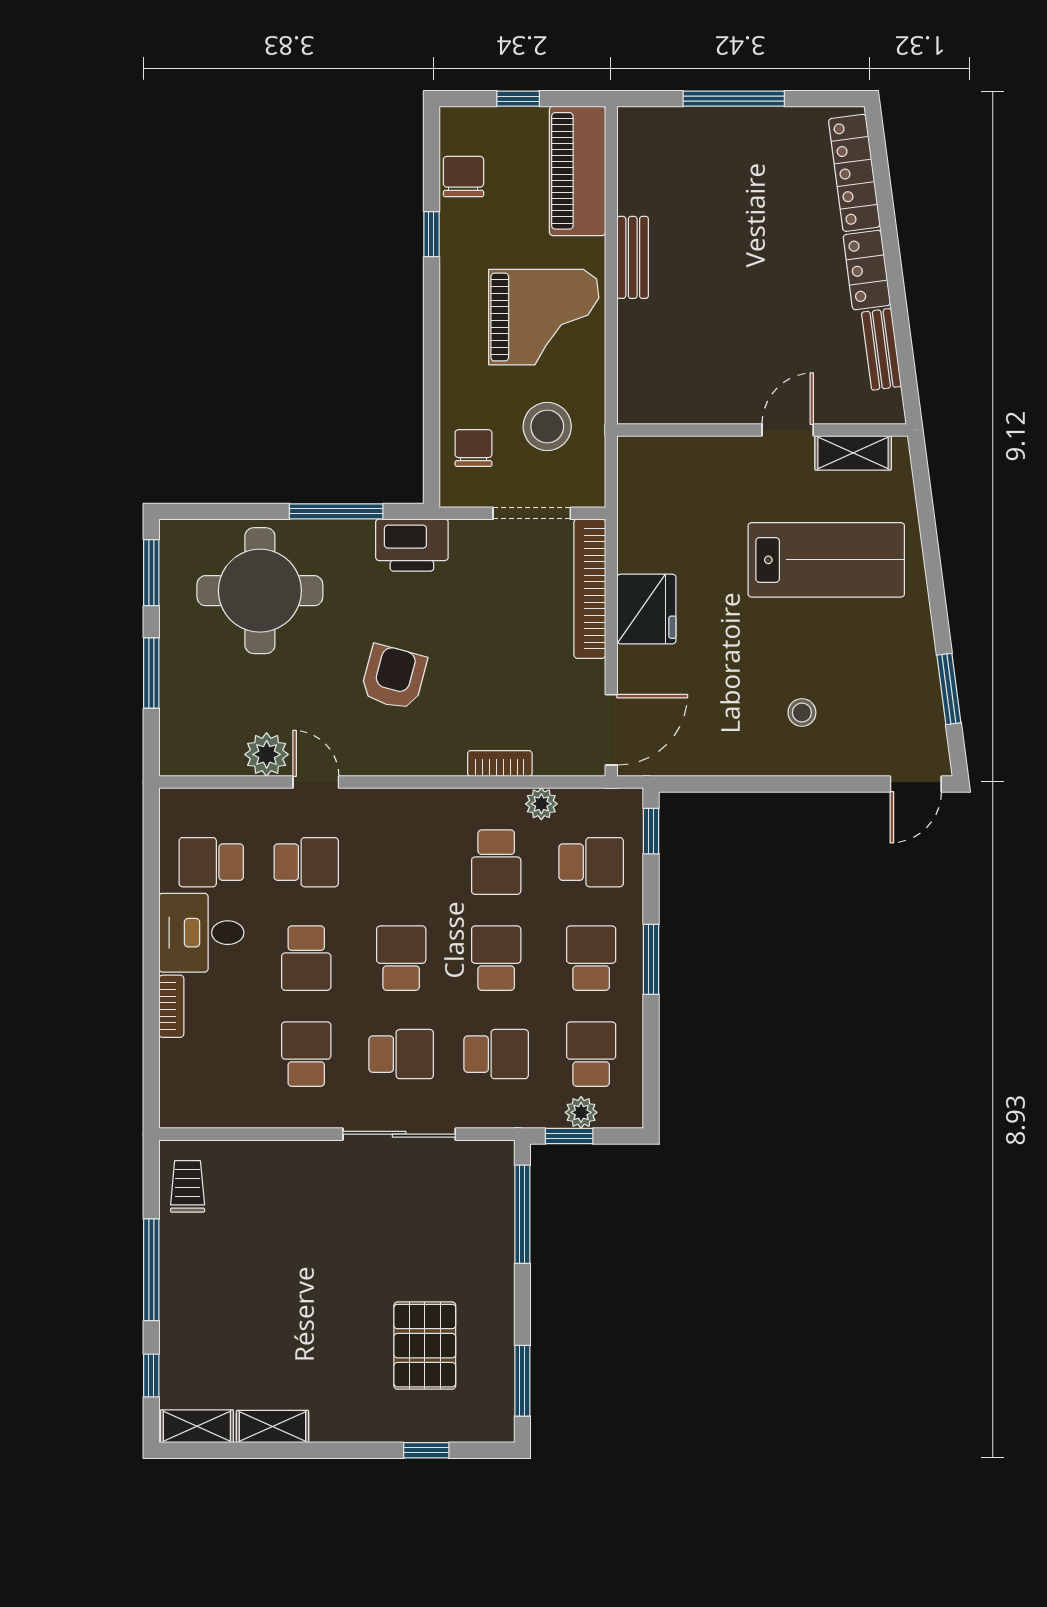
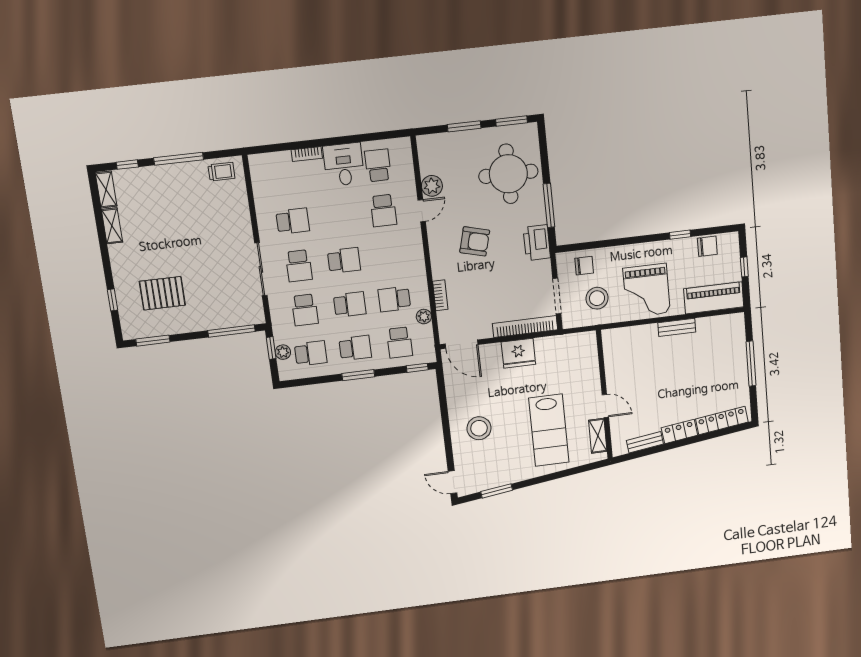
stool: (802, 712) -> (479, 428), width x1.89, depth x1.89
school desk: (306, 958) -> (338, 216), removed

